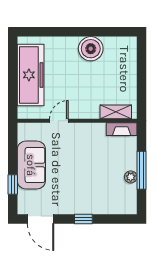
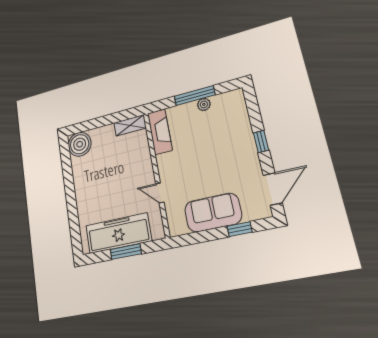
boiler: (91, 49) -> (80, 144), moved
window: (13, 79) -> (126, 252), added
shelving: (116, 112) -> (130, 125), moved, turned 90
fireplace: (122, 129) -> (160, 132), width x1.37, depth x1.32

